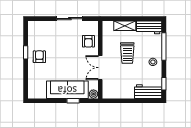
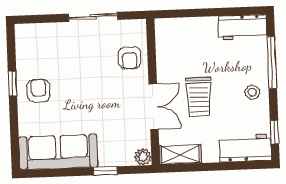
shelving: (125, 26) -> (181, 155), moved
trolley: (127, 53) -> (199, 97), moved
double door: (100, 68) -> (154, 107), swing flipped
sofa: (67, 90) -> (58, 152), moved

